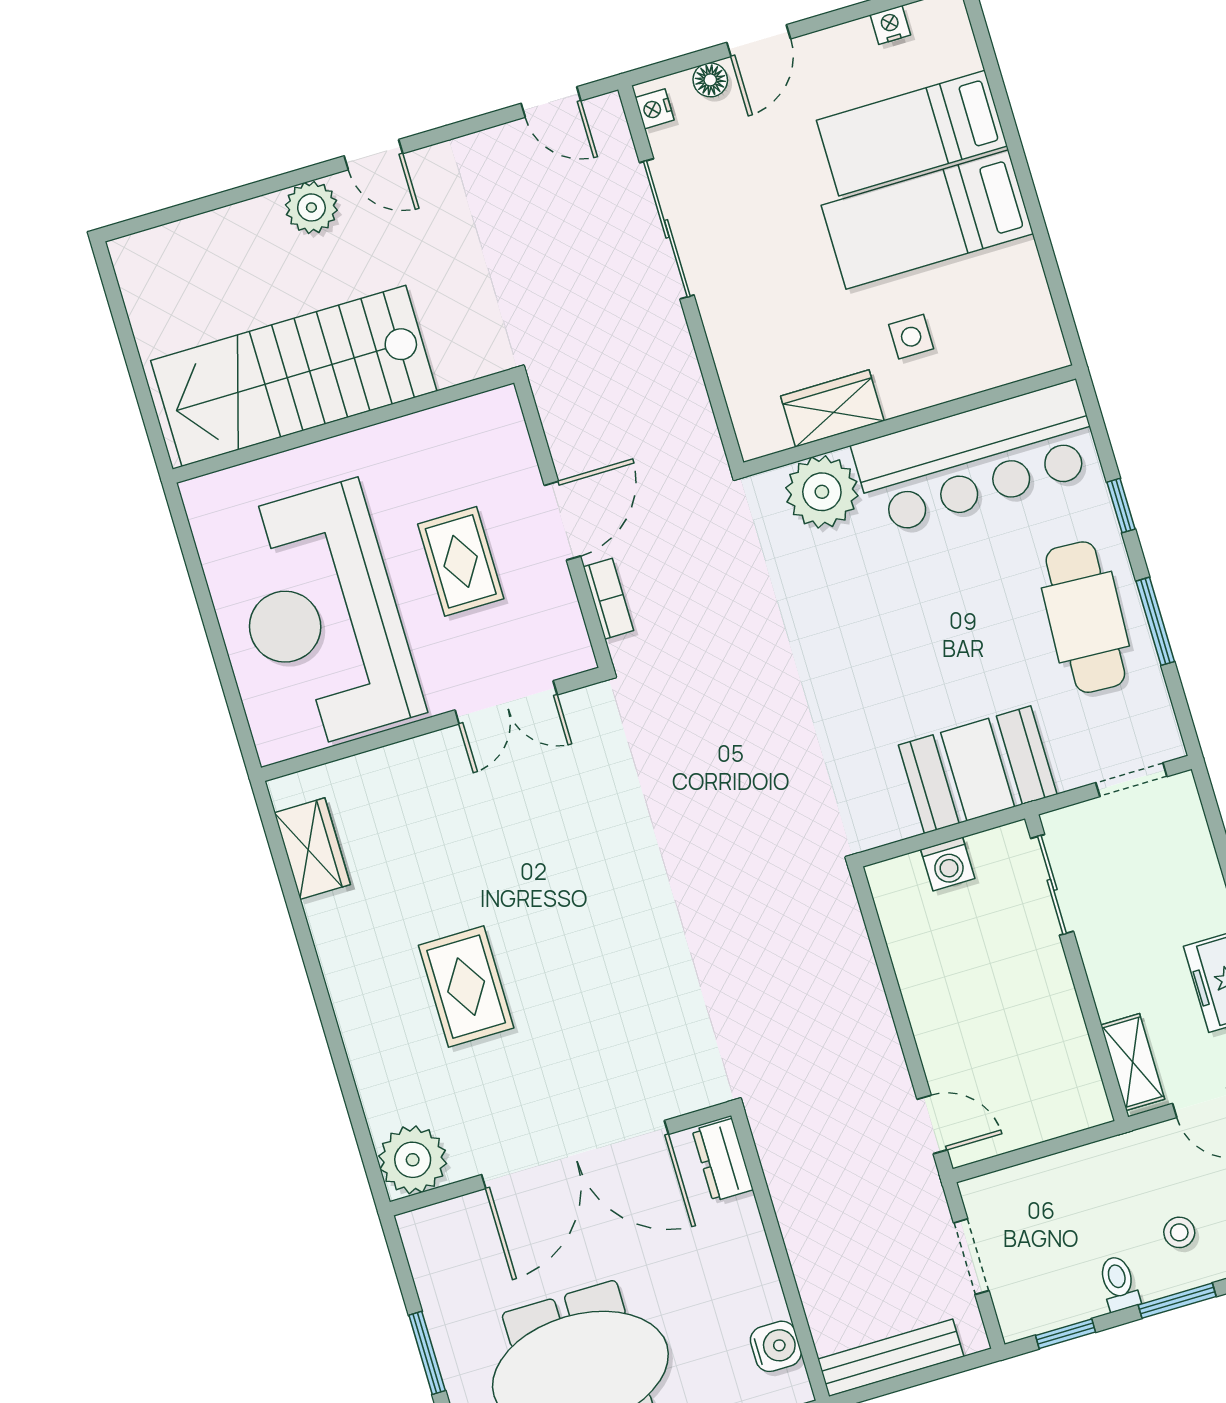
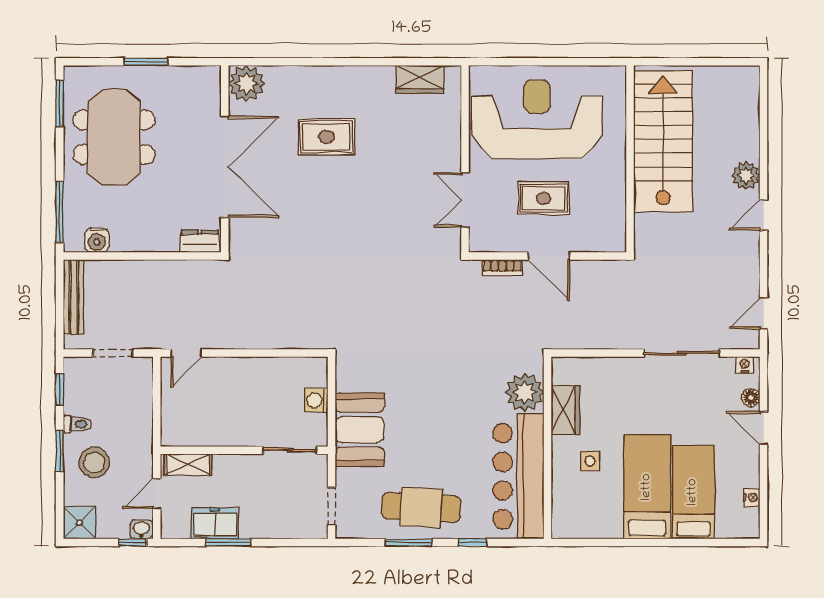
double door: (575, 1154) -> (225, 167), swing flipped
stool: (1179, 1232) -> (94, 463), width x1.89, depth x1.89

